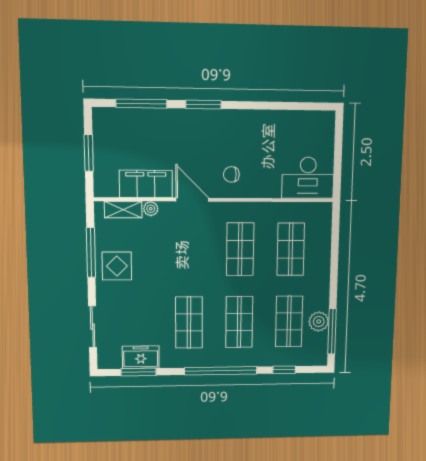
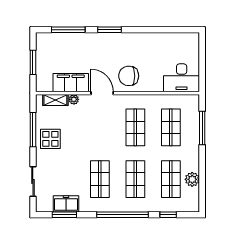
chair: (231, 174) -> (129, 76), width x1.87, depth x1.87
window: (332, 331) -> (202, 128), moved

